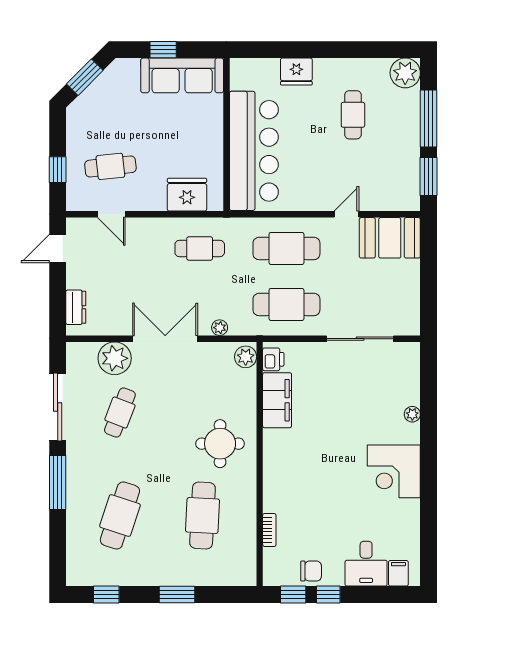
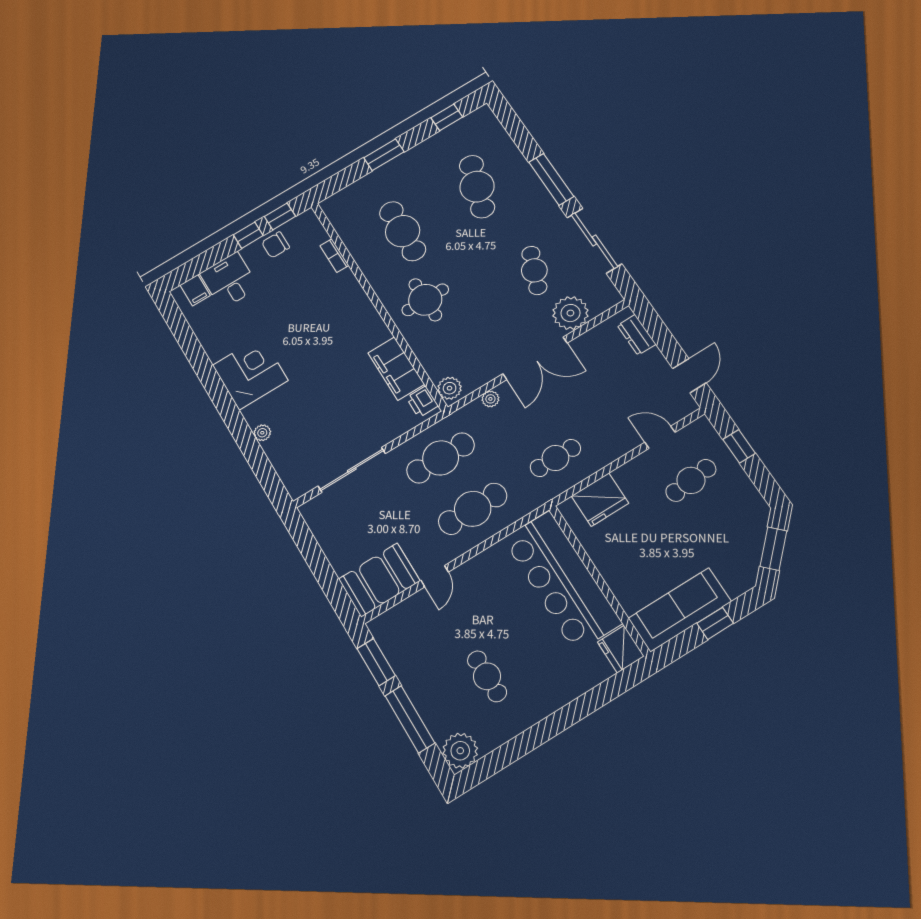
fridge: (296, 72) -> (621, 649), moved, turned -90

